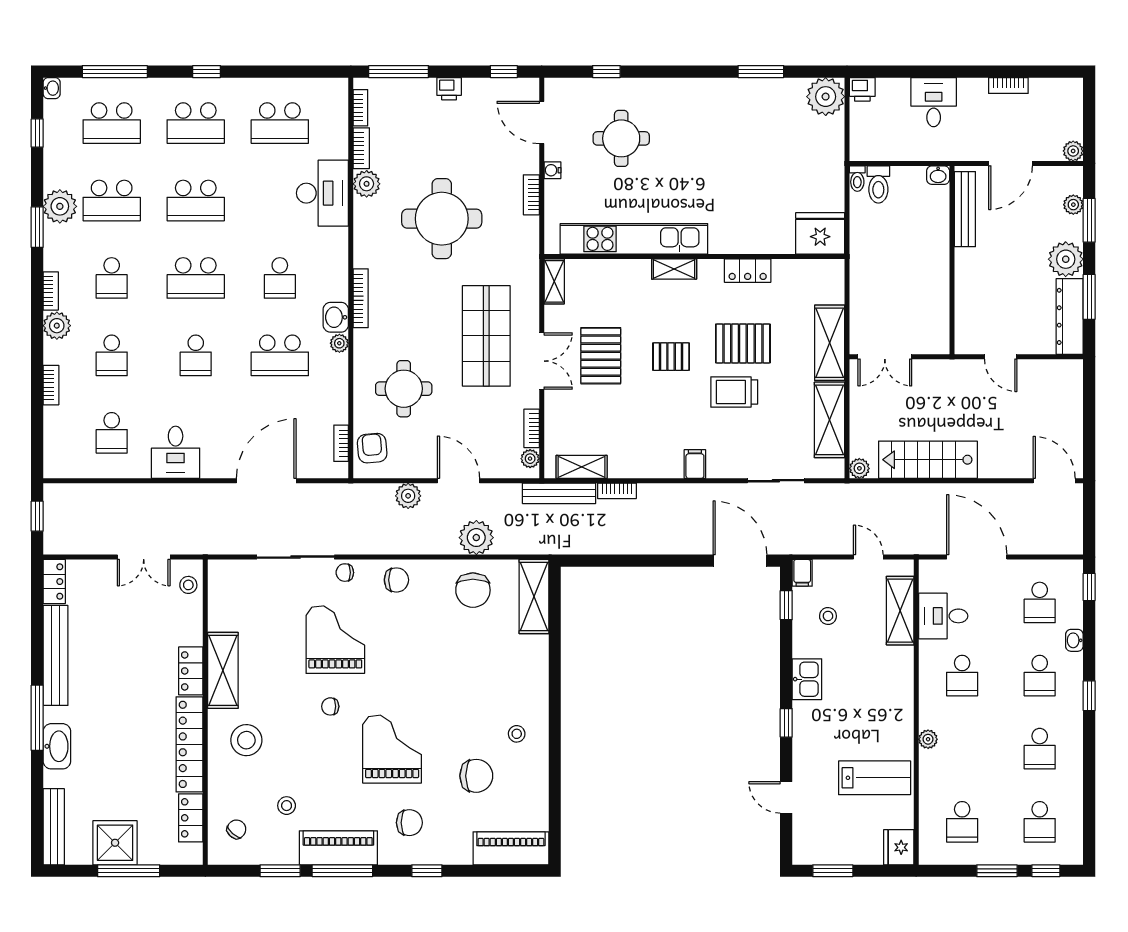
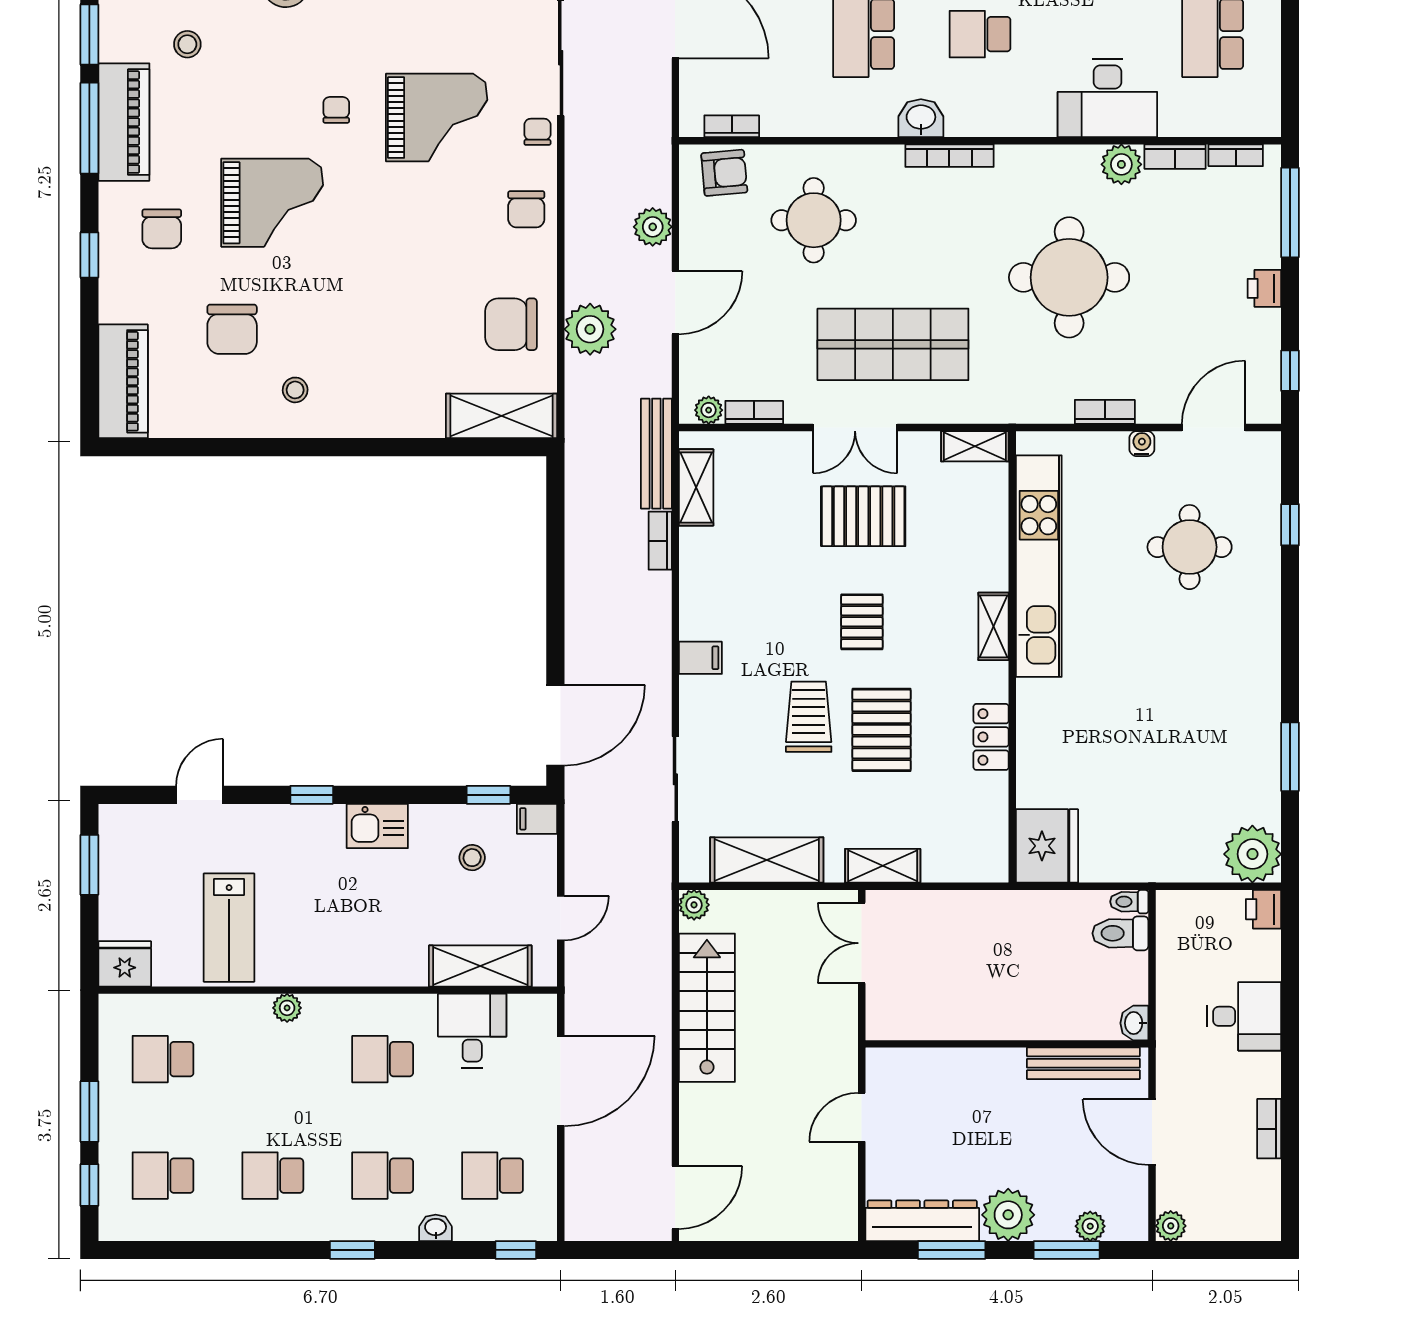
plant: (339, 343) -> (882, 123), removed
shelving: (830, 343) -> (883, 866), width x0.67, depth x0.75

